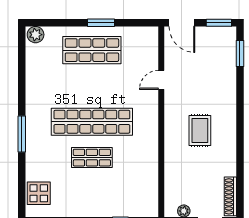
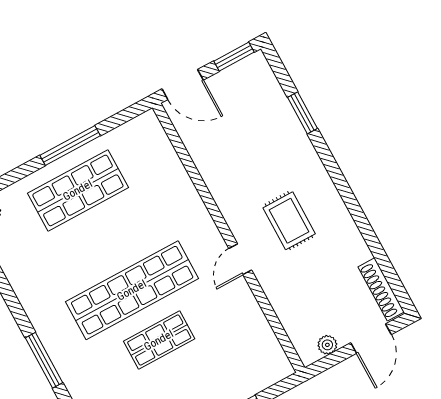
window: (101, 23) -> (70, 146), width x1.44
window: (240, 54) -> (303, 113), moved
door: (161, 80) -> (240, 259), moved

